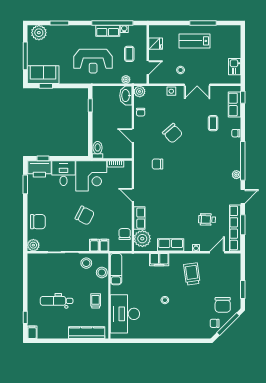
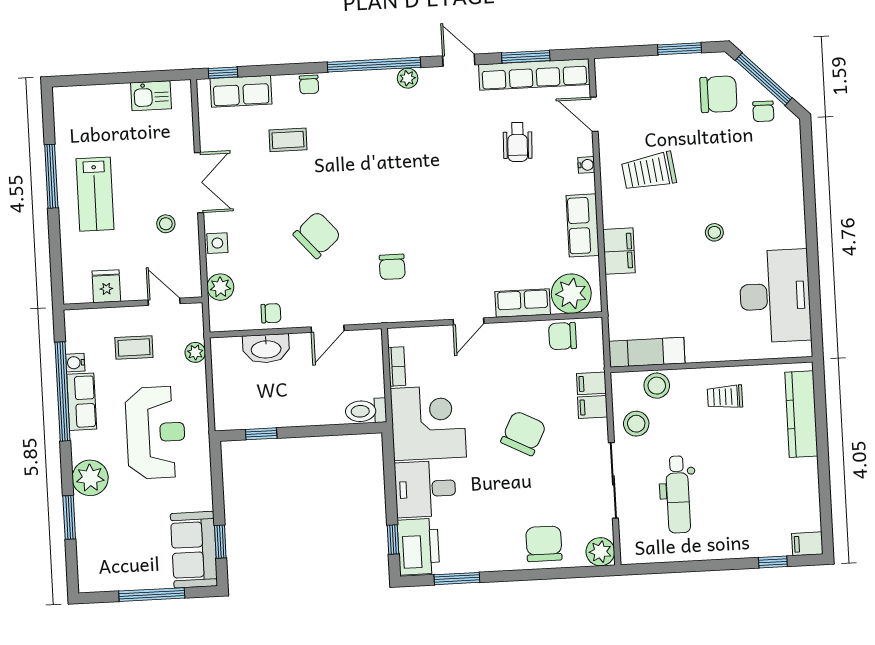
plant: (39, 33) -> (90, 478), moved
plant: (140, 91) -> (220, 287), moved
washbasin: (126, 96) -> (266, 349), moved
dental chair: (57, 301) -> (678, 494), moved
desk: (125, 314) -> (775, 296), moved, turned -90

